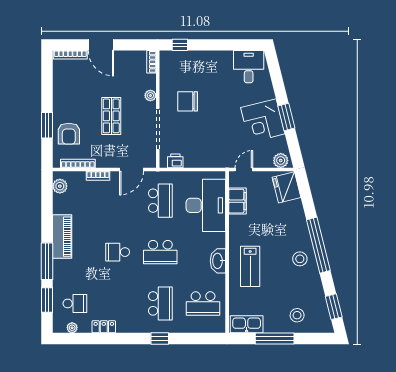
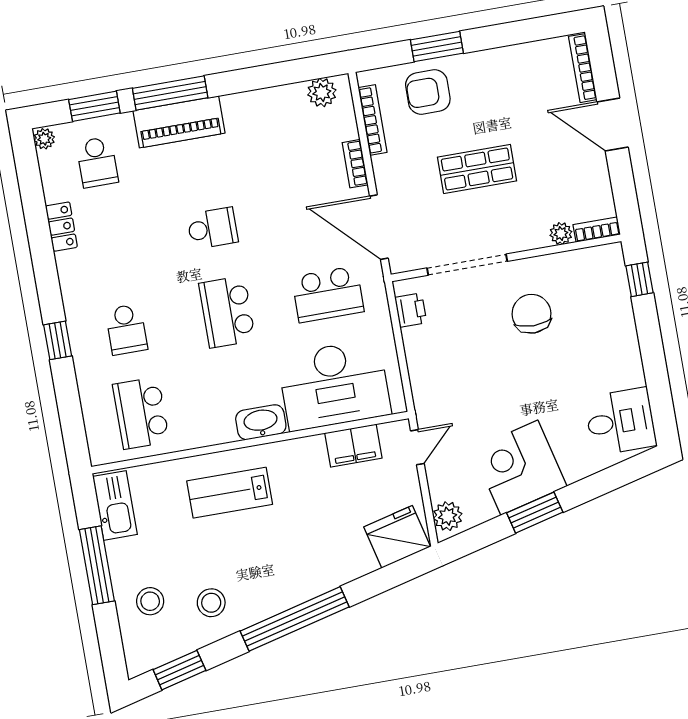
door: (101, 45) -> (612, 125), hinge flipped
plant: (150, 95) -> (561, 234), moved
door: (132, 170) -> (379, 227), width x1.36
door: (244, 170) -> (417, 447), hinge flipped
piano: (62, 237) -> (179, 122), moved
school desk: (118, 252) -> (212, 228), turned 90
stool: (300, 259) -> (211, 603), moved
washbasin: (218, 261) -> (261, 422), moved
school desk: (160, 303) -> (126, 329), width x0.54
plant: (72, 328) -> (44, 139), moved

